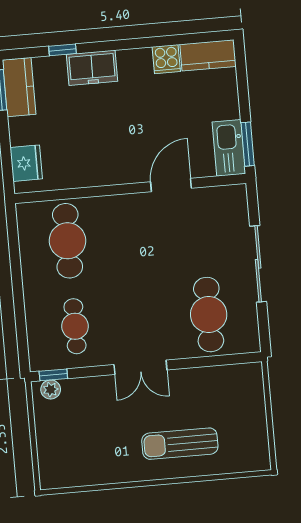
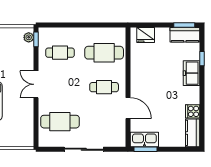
cafe table: (134, 235) -> (104, 87), added

